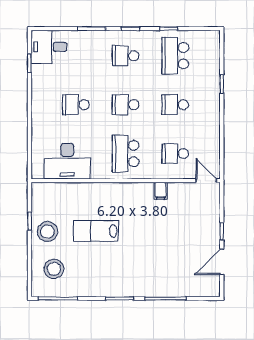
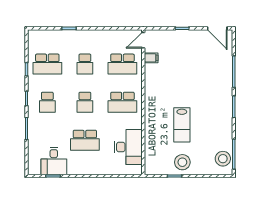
desk: (49, 47) -> (54, 161), moved
school desk: (76, 105) -> (85, 140), width x1.85
school desk: (175, 154) -> (122, 64), width x1.85
filing cabinet: (161, 191) -> (151, 58), moved
door: (222, 262) -> (217, 28), moved
stool: (54, 269) -> (223, 159), moved

